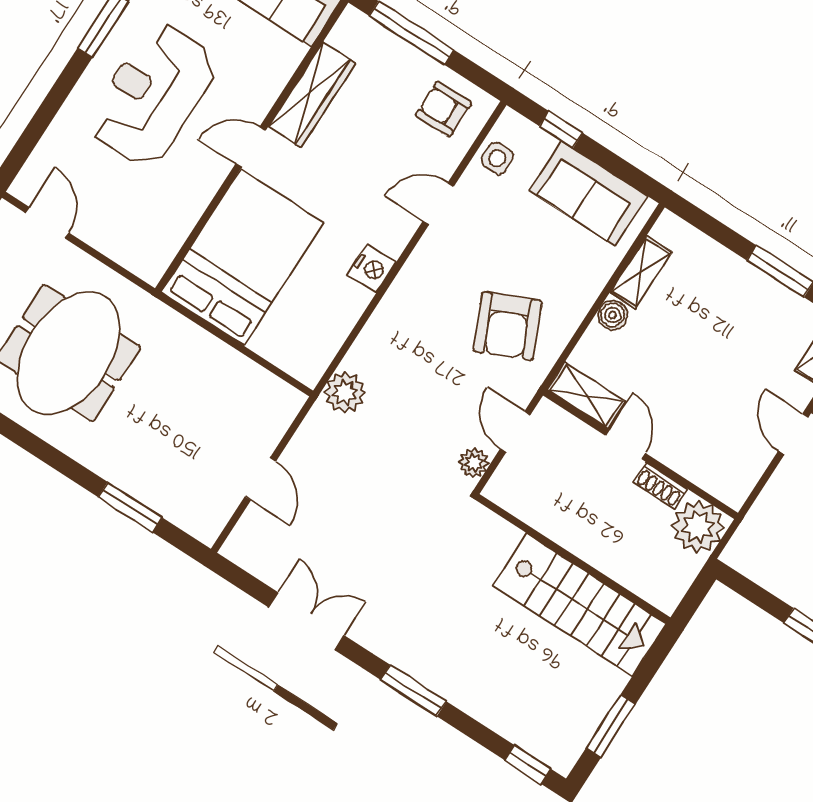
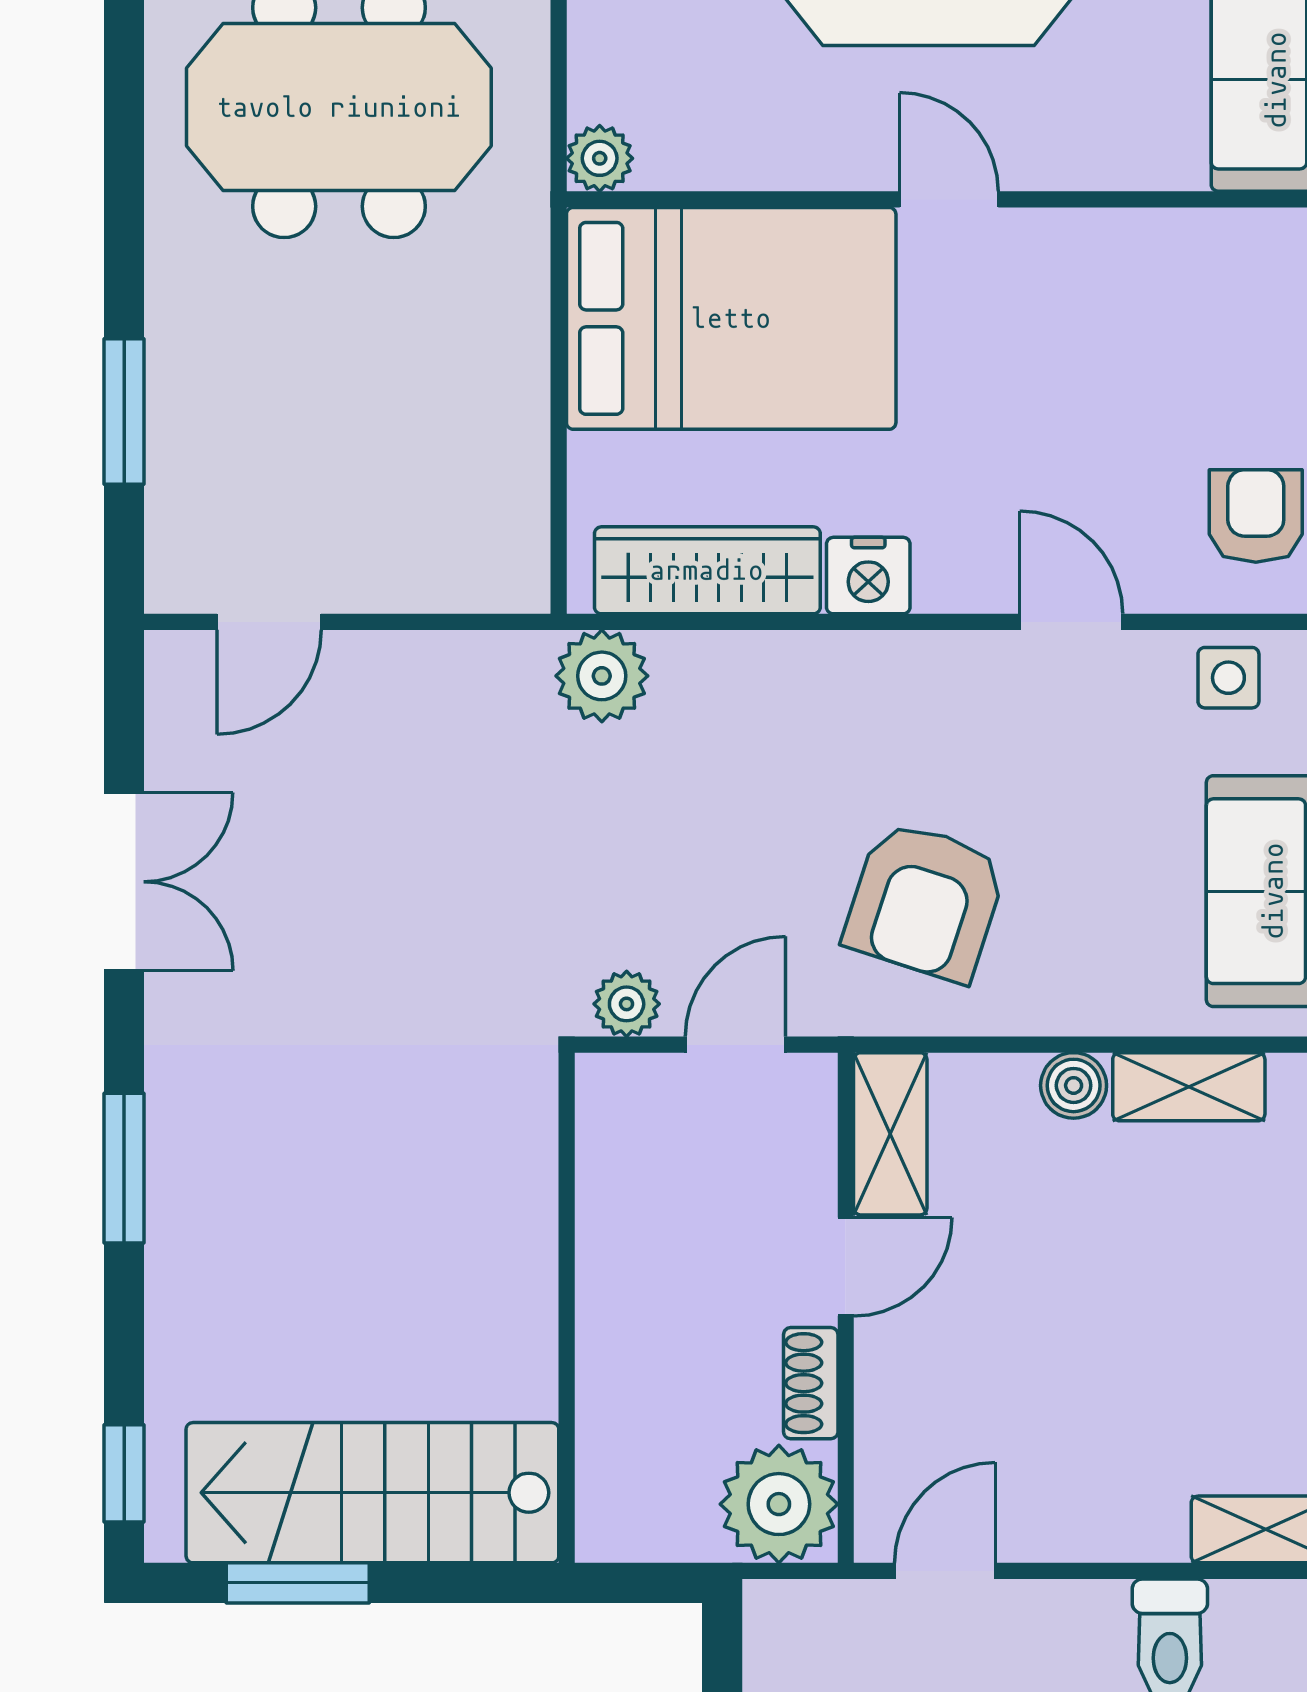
wardrobe: (312, 95) -> (707, 570), moved, turned 180
plant: (151, 268) -> (600, 158), added
armchair: (508, 326) -> (925, 901), turned -48
door: (793, 434) -> (945, 1571), moved
door: (260, 479) -> (269, 622), moved
stairs: (580, 605) -> (372, 1493), moved, turned 90

